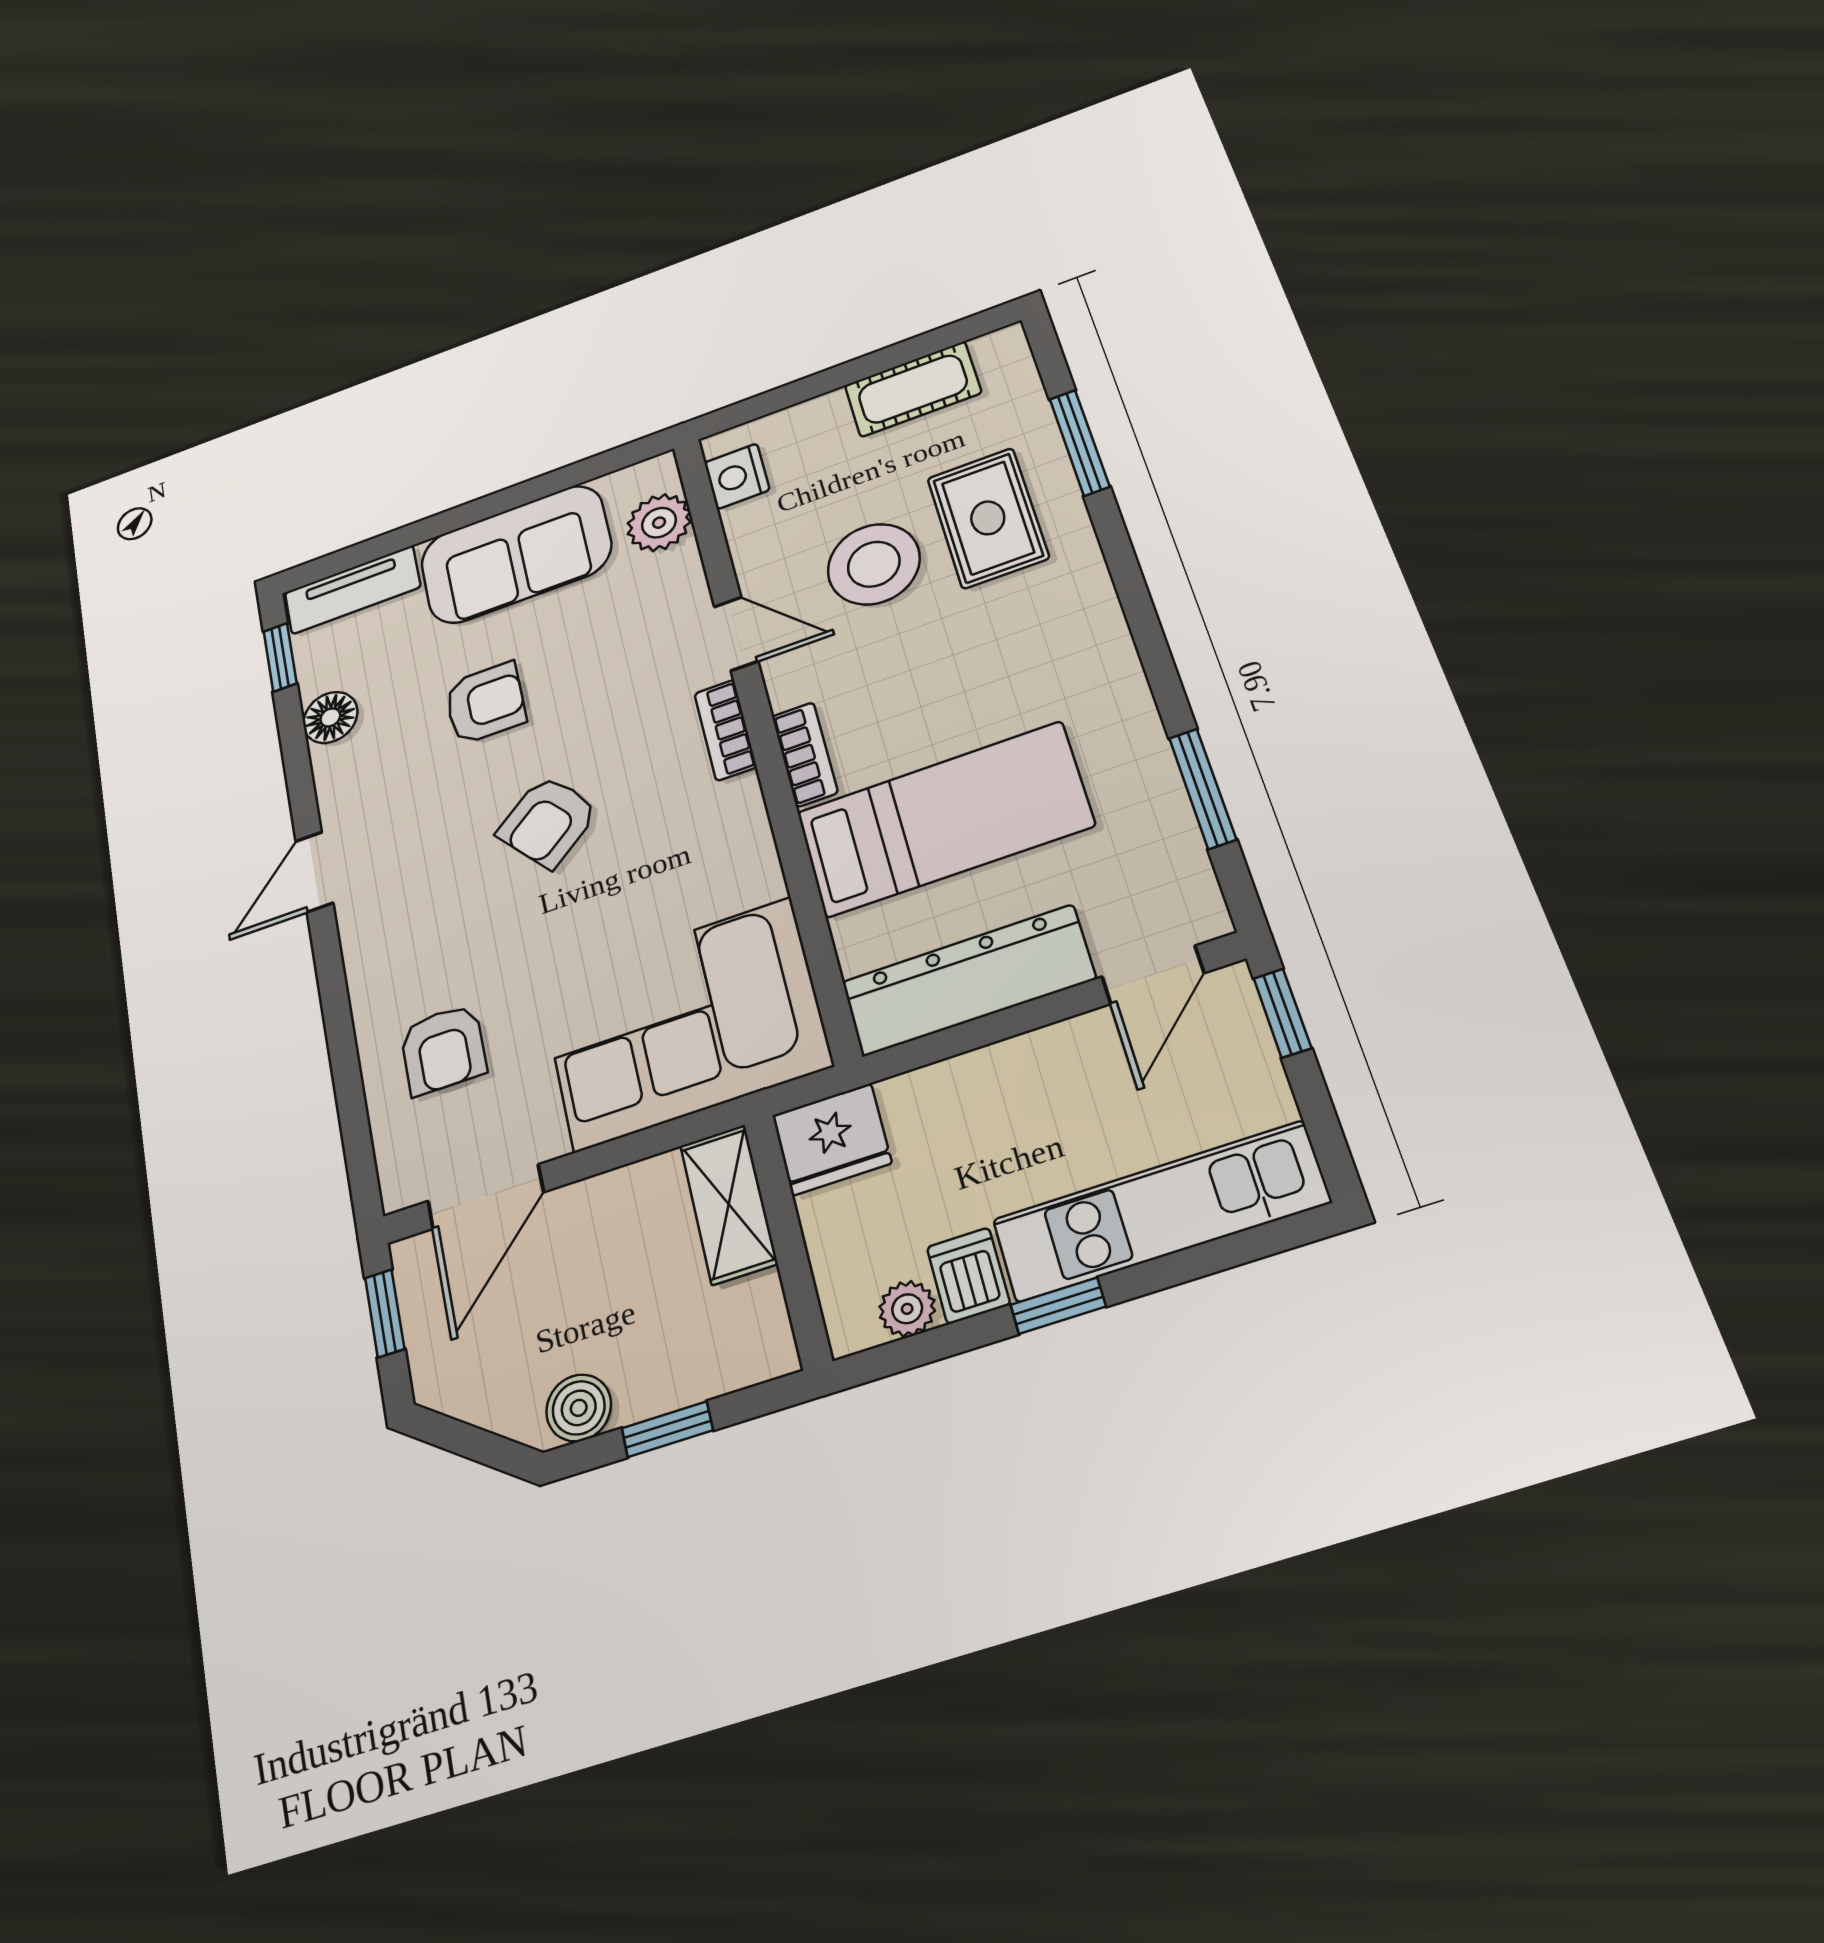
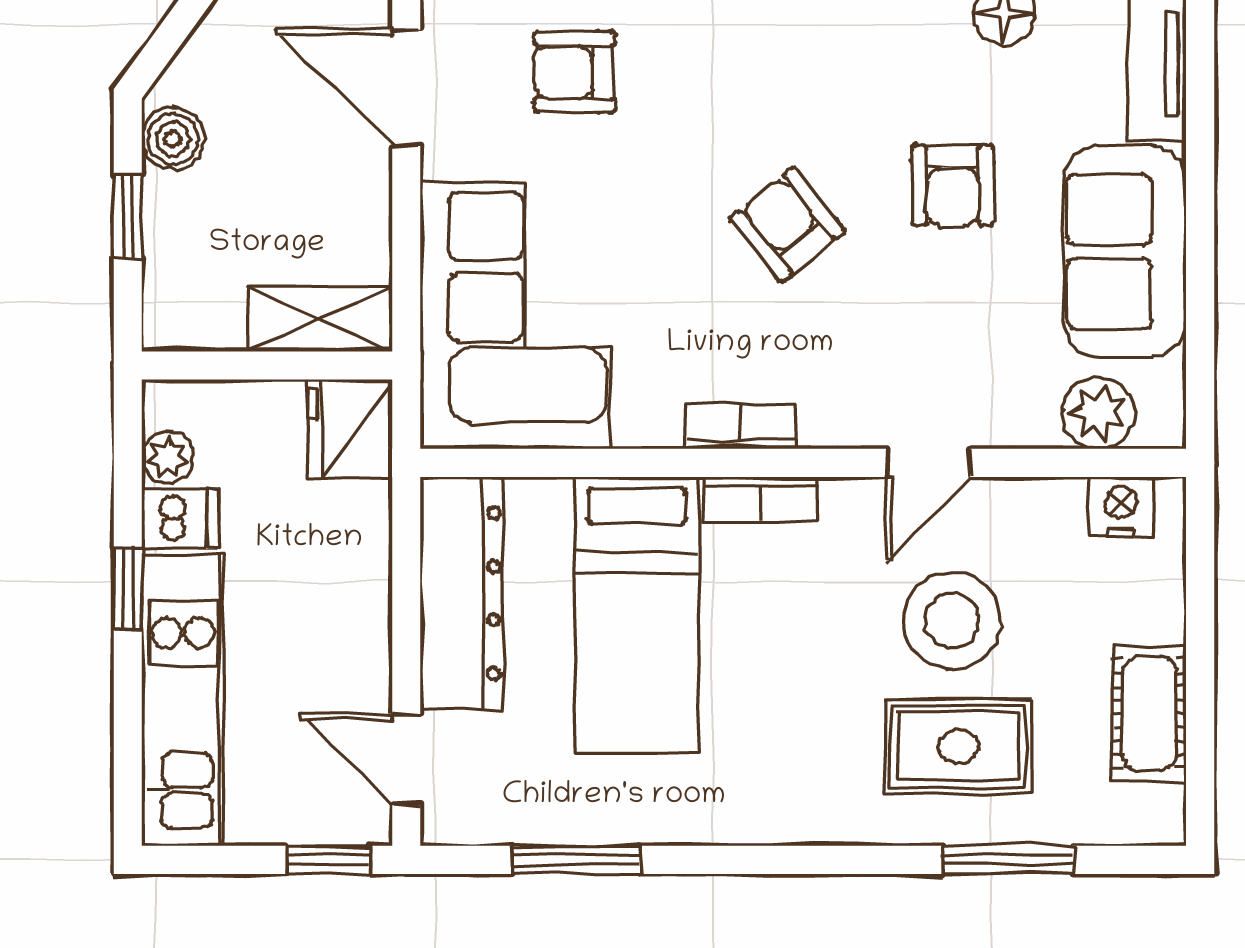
bookcase: (725, 730) -> (741, 427), moved

